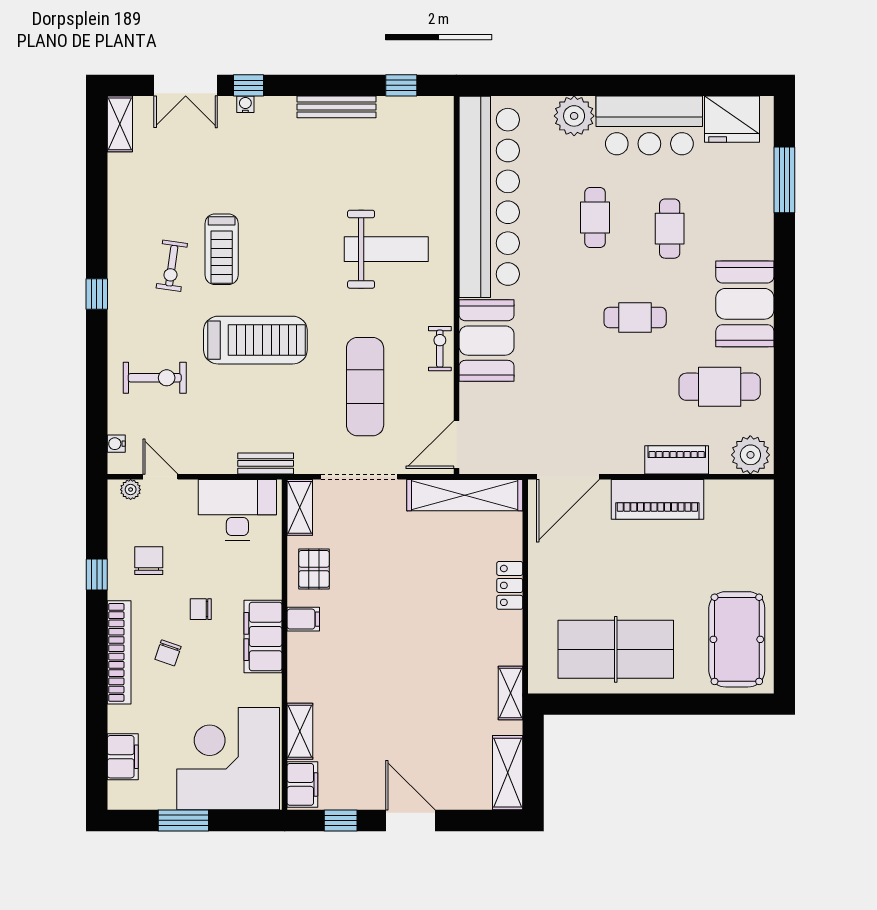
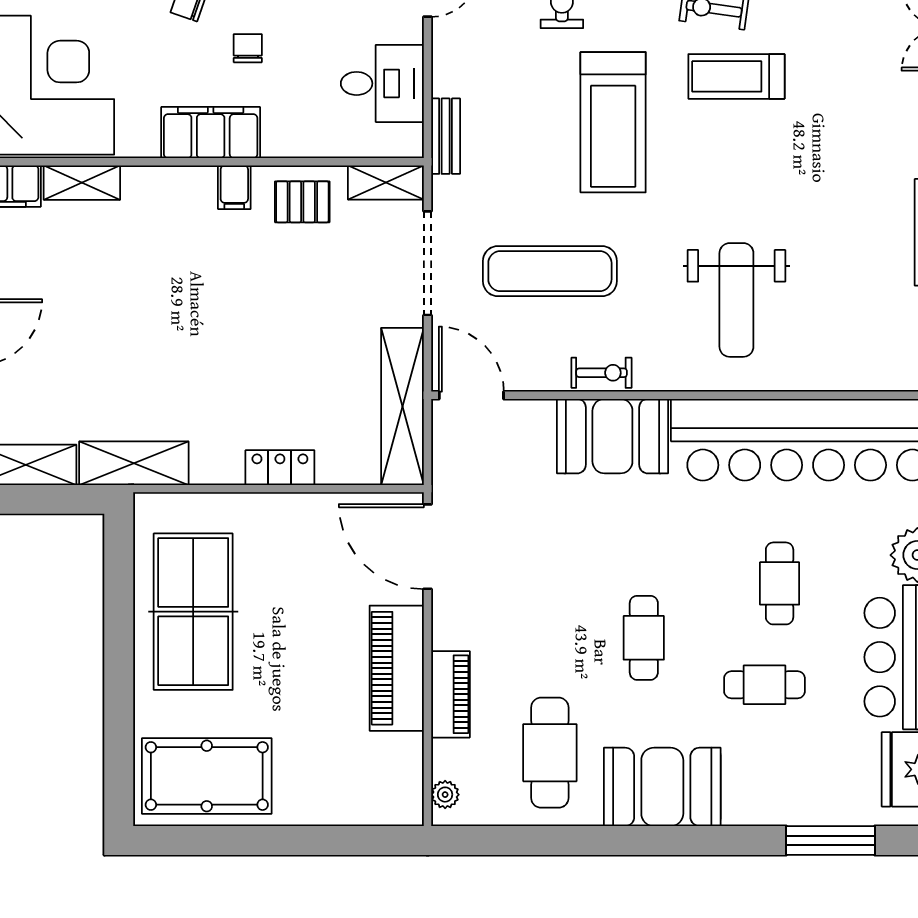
cafe table: (595, 217) -> (780, 583), turned 90
plant: (750, 455) -> (445, 795), width x0.53, depth x0.53
desk: (237, 510) -> (382, 83), width x0.73
shelving: (510, 693) -> (134, 463), width x1.50, depth x1.33

